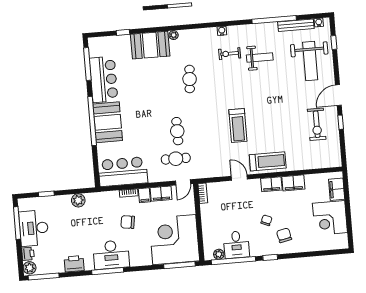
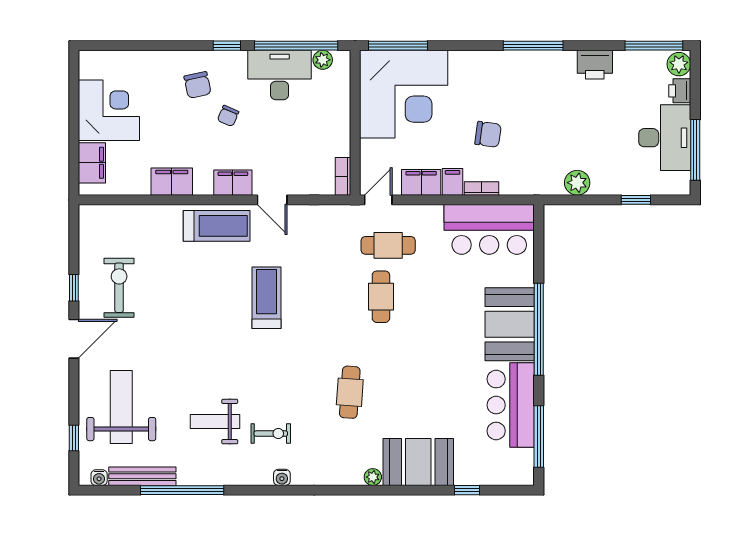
treadmill: (268, 161) -> (217, 226), turned 180
filing cabinet: (271, 184) -> (233, 183), moved
desk: (236, 245) -> (280, 75), width x1.37
desk: (111, 255) -> (524, 76), removed

